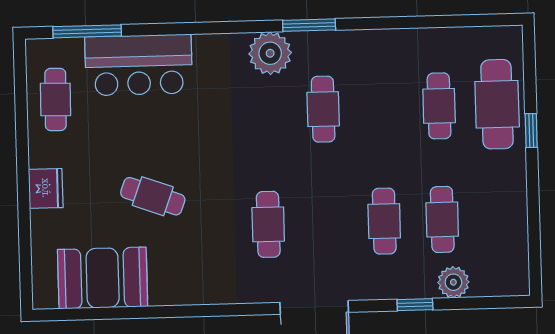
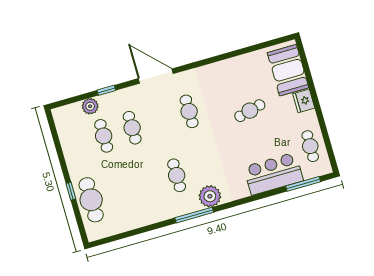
window: (309, 25) -> (194, 215), width x1.44
cafe table: (439, 106) -> (120, 192), removed
cafe table: (153, 196) -> (250, 111), turned -34
booth: (103, 278) -> (288, 70), moved, turned 90

